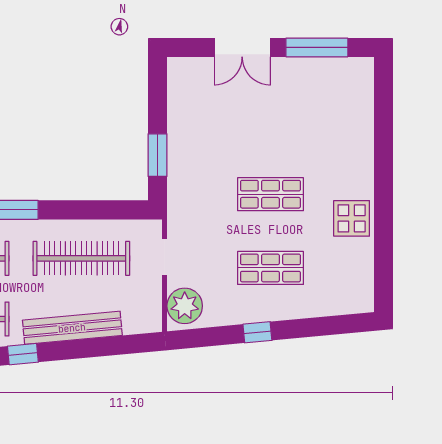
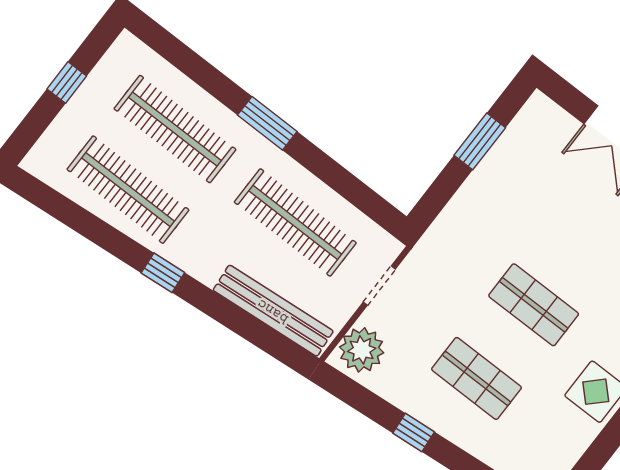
window: (157, 155) -> (480, 141), moved
bench: (72, 328) -> (273, 311), moved

